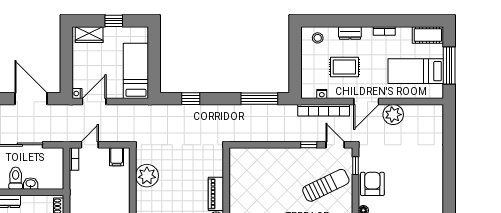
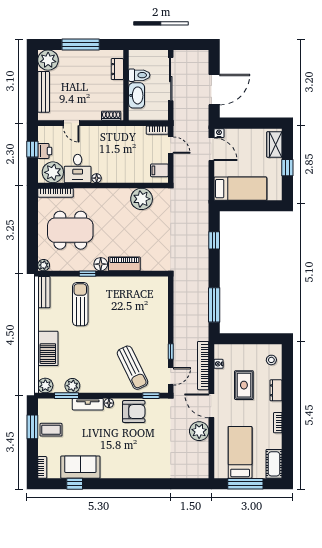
washbasin: (31, 184) -> (137, 95), width x1.91, depth x1.45

